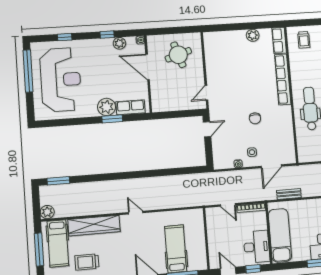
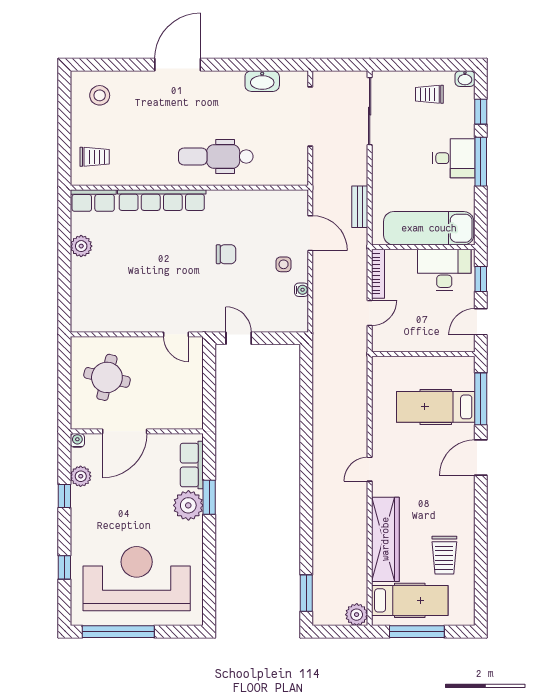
round table: (178, 55) -> (107, 377), turned 31

